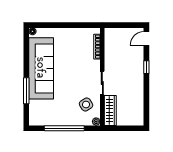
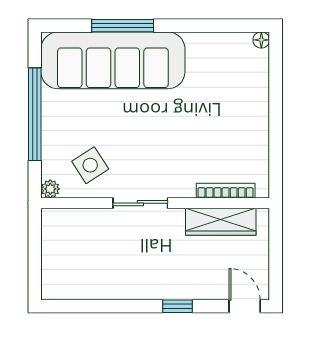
sofa: (41, 68) -> (113, 60), moved
wardrobe: (110, 111) -> (221, 222), moved

